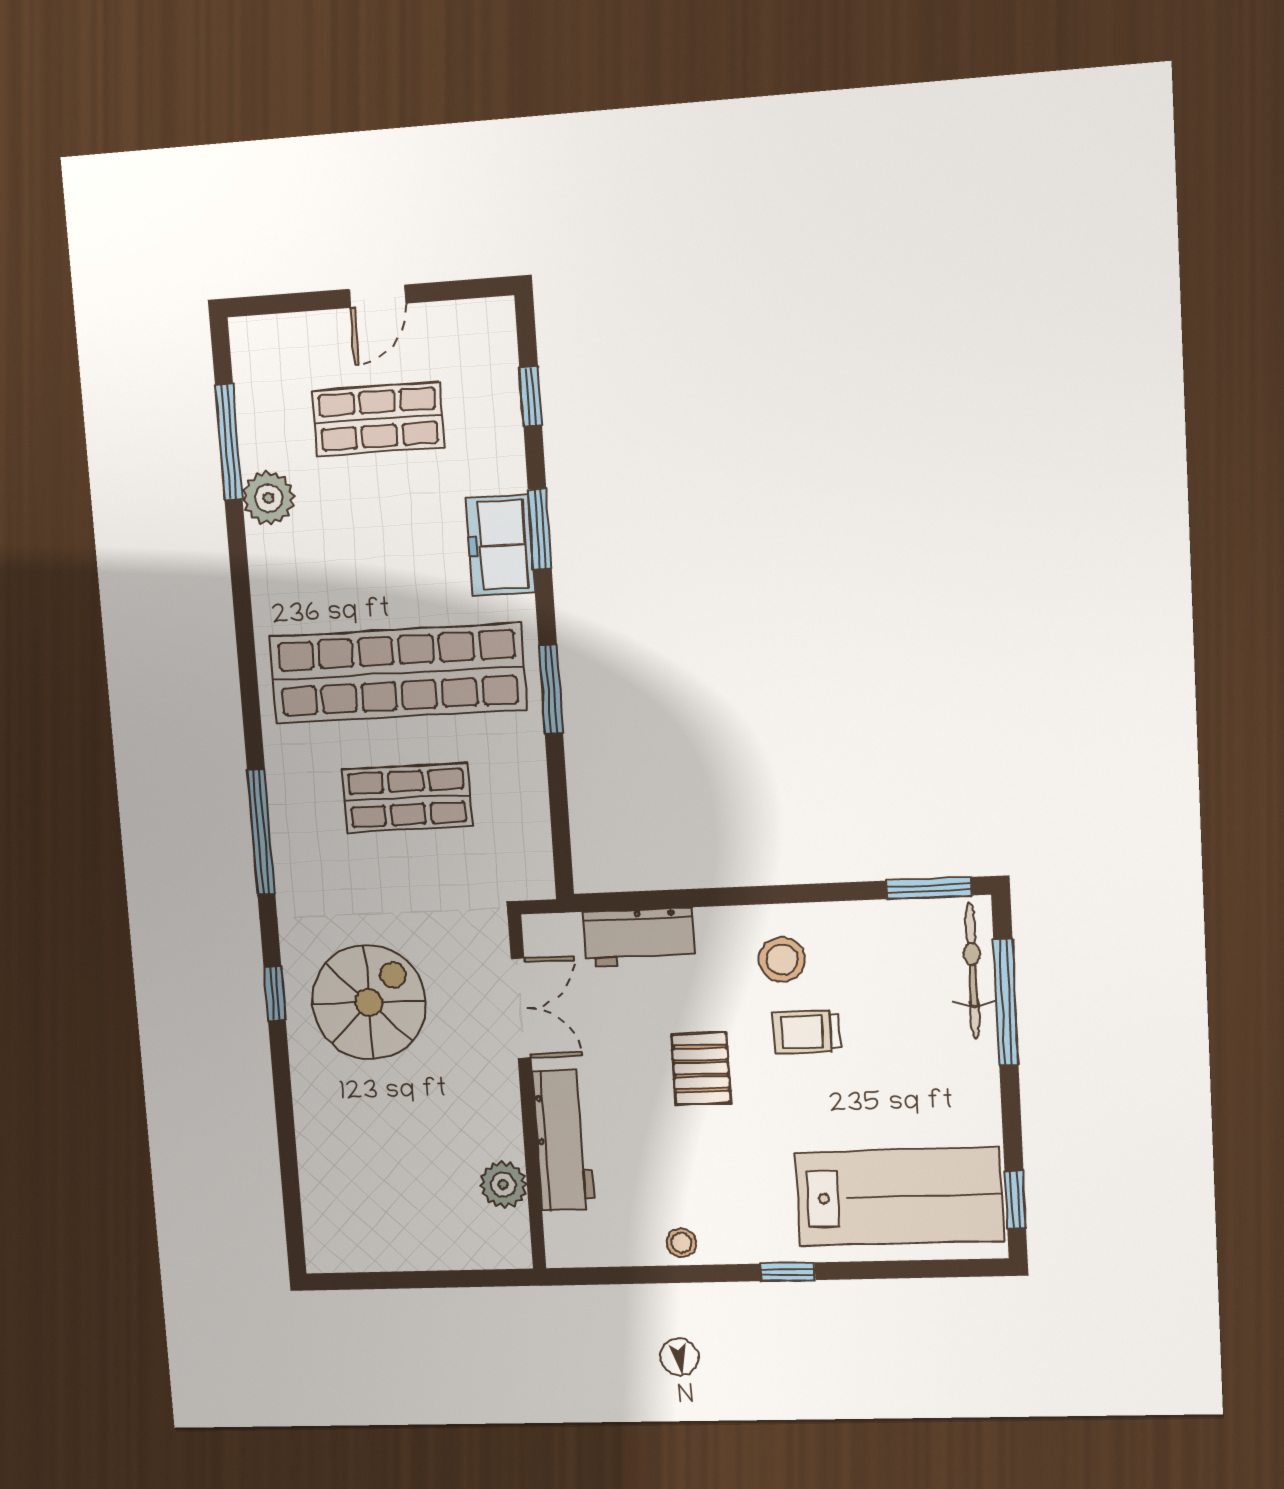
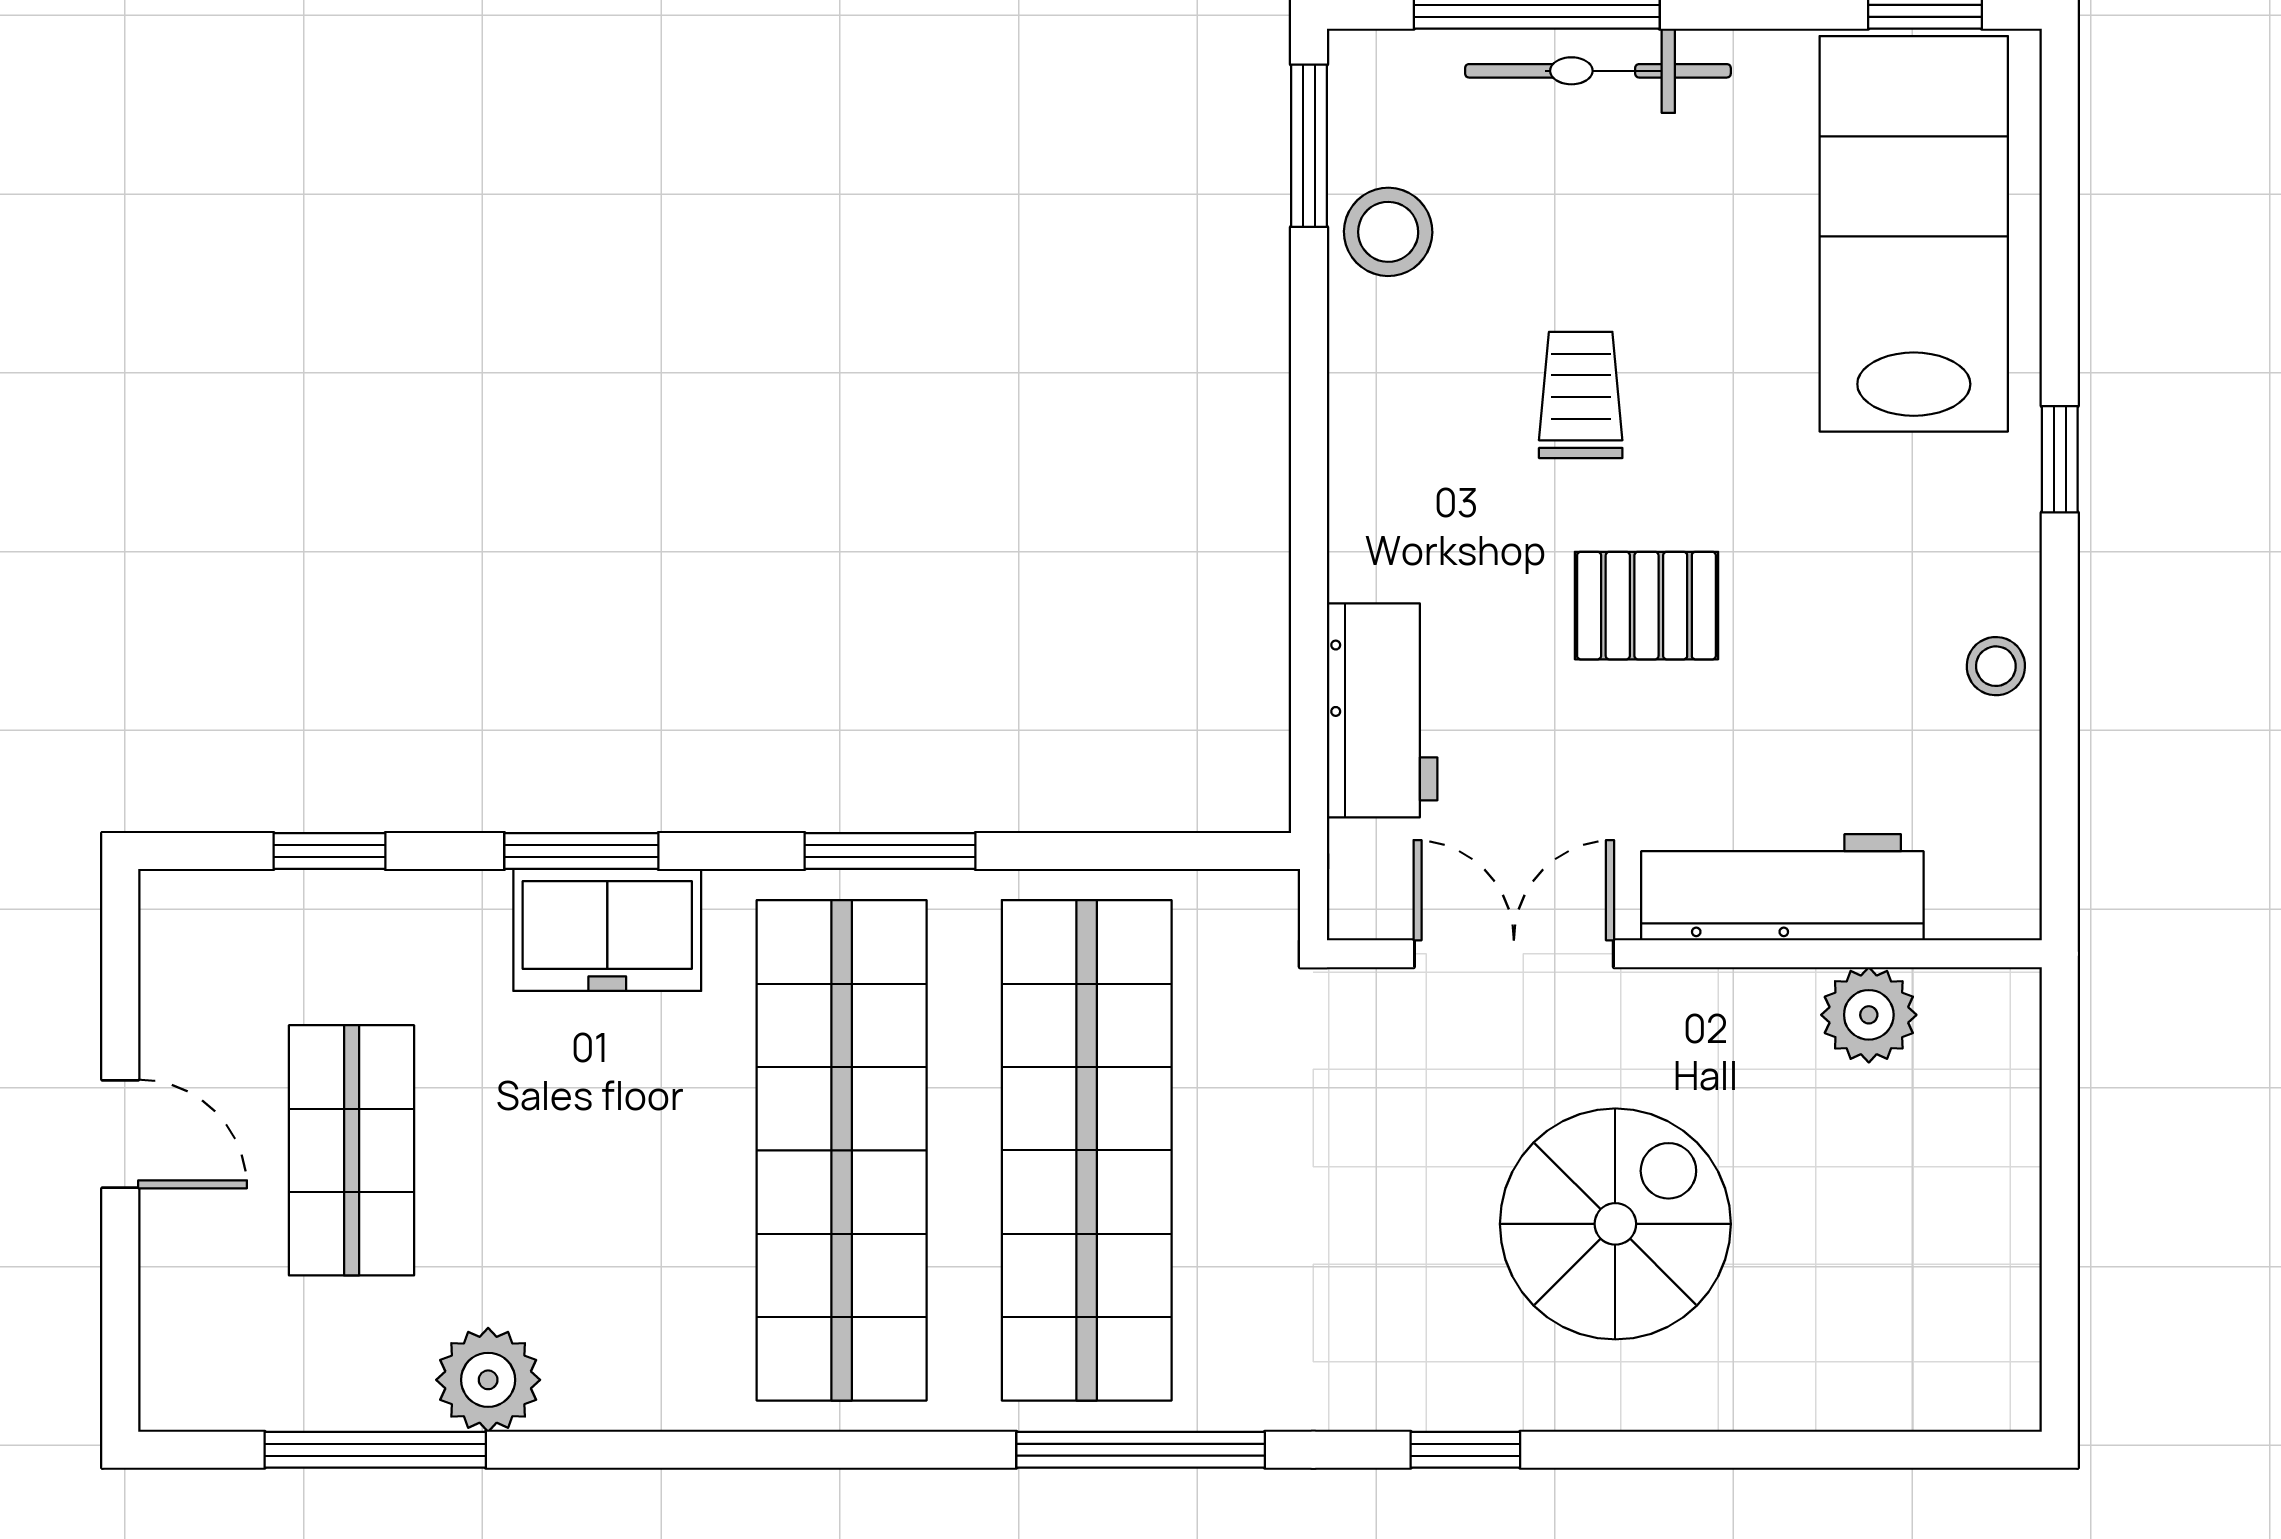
shop shelf: (407, 798) -> (1087, 1150), width x2.00, depth x1.36
stool: (782, 960) -> (1388, 232), moved
bicycle: (973, 970) -> (1598, 71), moved
spiral stairs: (369, 1002) -> (1615, 1224), moved, turned 90
trolley: (807, 1032) -> (1581, 395), turned 180

